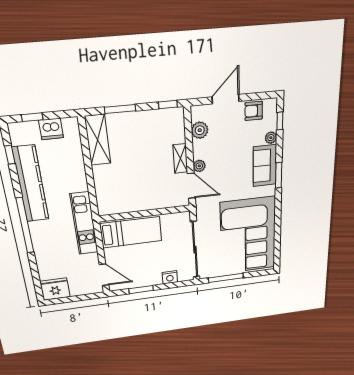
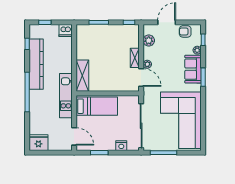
dishwasher: (51, 129) -> (66, 31), moved
shelving: (98, 140) -> (82, 76), moved

